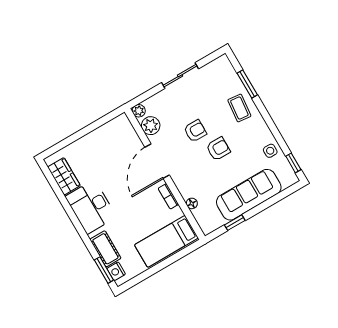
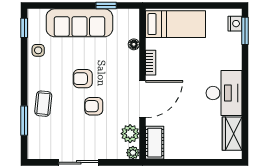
cot: (105, 249) -> (155, 143), moved

